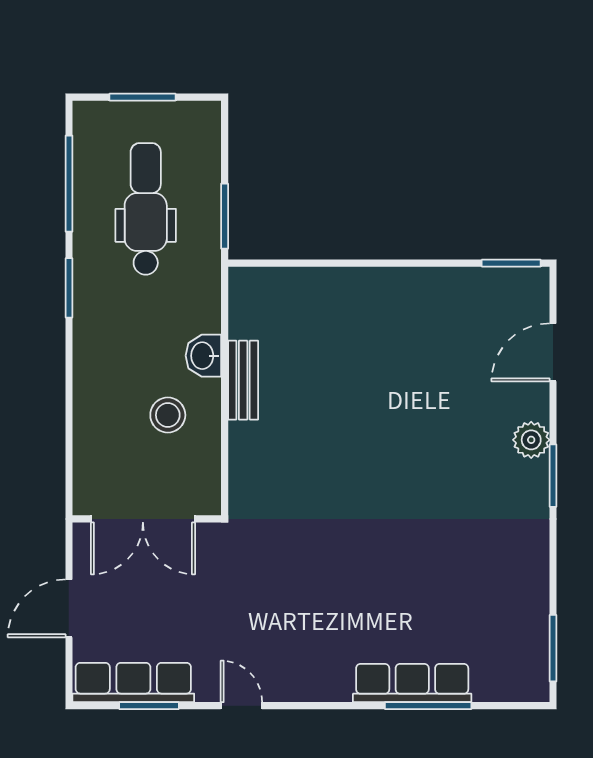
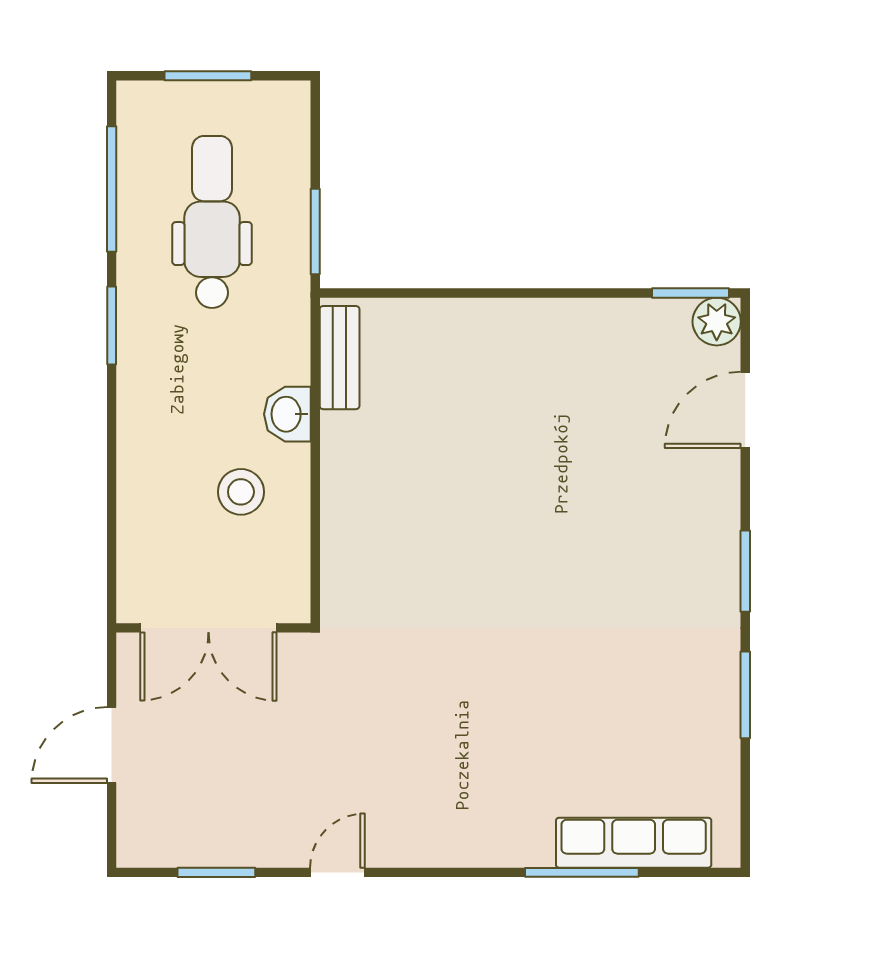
bench: (243, 380) -> (340, 358), moved
plant: (531, 440) -> (717, 322), moved
window: (553, 648) -> (745, 695), moved
row of seats: (133, 682) -> (196, 842), removed
row of seats: (412, 683) -> (634, 843), moved
door: (241, 706) -> (337, 872), hinge flipped

